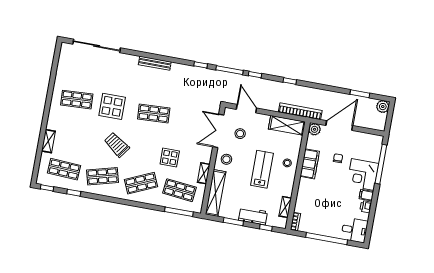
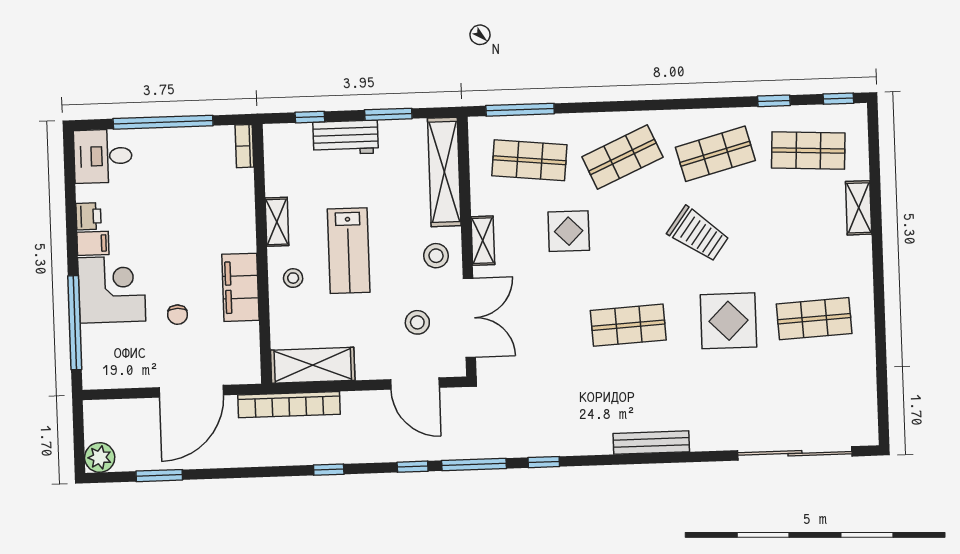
plant: (315, 129) -> (247, 370), removed
shelving: (204, 173) -> (483, 241), moved
shelving: (285, 207) -> (277, 222), moved

